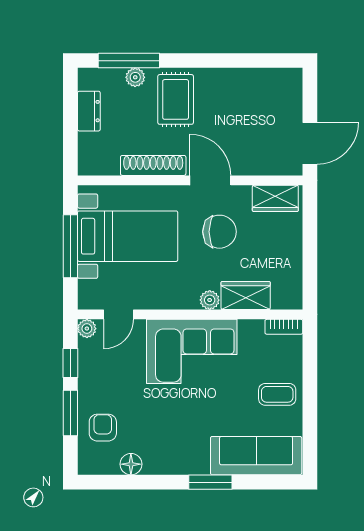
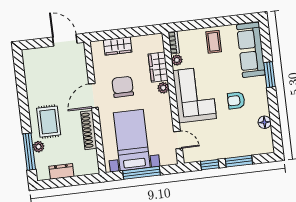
rug: (176, 99) -> (49, 122), turned 90
wardrobe: (275, 198) -> (118, 46), moved, turned 90
plant: (87, 329) -> (177, 60), moved
armchair: (103, 428) -> (236, 100), moved

